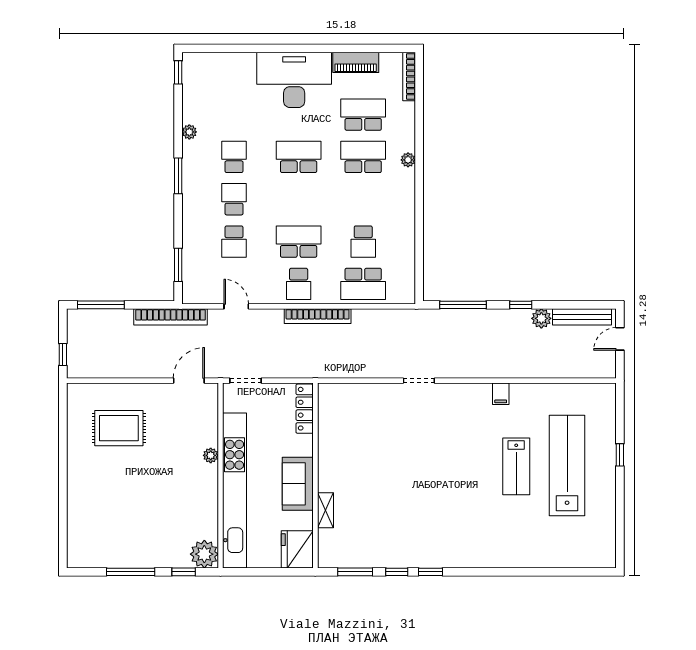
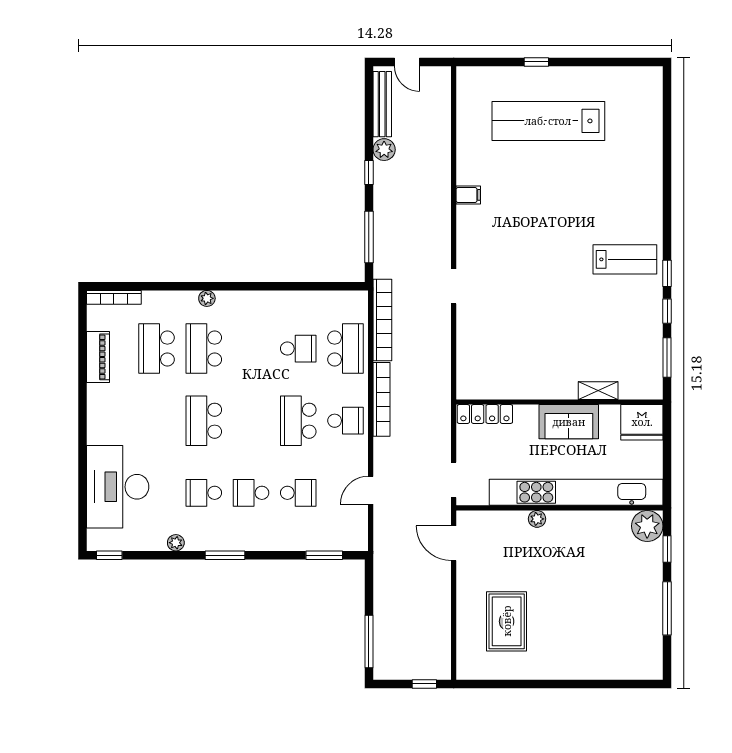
desk: (294, 80) -> (118, 487), moved
bookcase: (171, 317) -> (382, 320), moved
lab bench: (516, 466) -> (625, 259), moved

